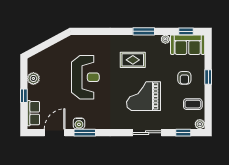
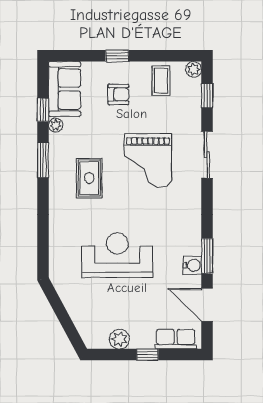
window: (186, 31) -> (43, 110), moved

